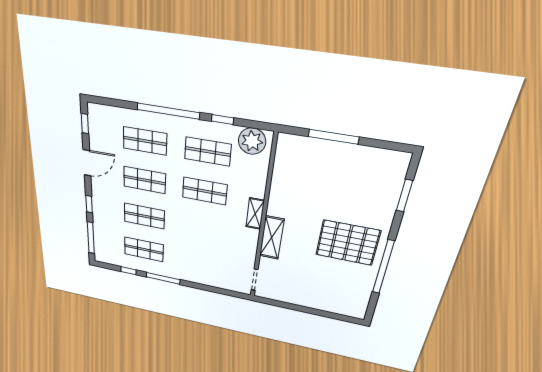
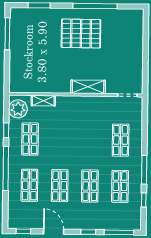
window: (333, 137) -> (7, 34), moved
shop shelf: (205, 191) -> (121, 140), moved
shelving: (255, 214) -> (43, 101), moved
pallet: (348, 243) -> (81, 34), turned 90

